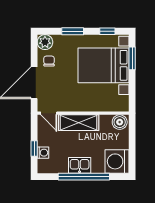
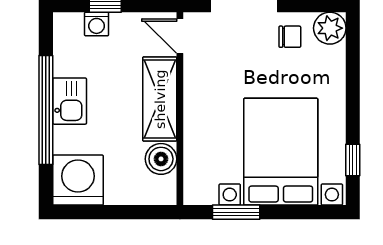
window: (73, 31) -> (353, 86), removed
window: (132, 58) -> (236, 212), moved
door: (49, 113) -> (180, 36), hinge flipped
boiler: (120, 122) -> (161, 159), moved

